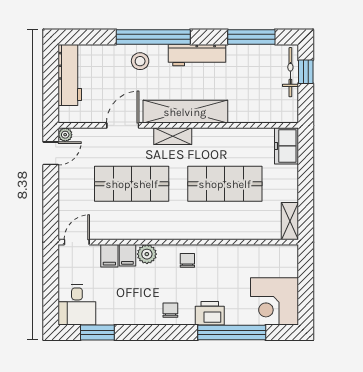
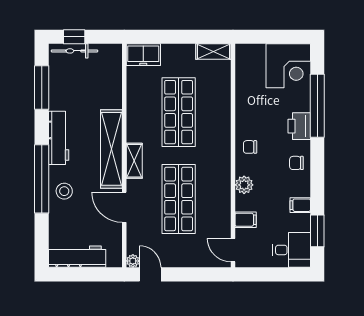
filing cabinet: (127, 255) -> (300, 205), moved, turned 180

